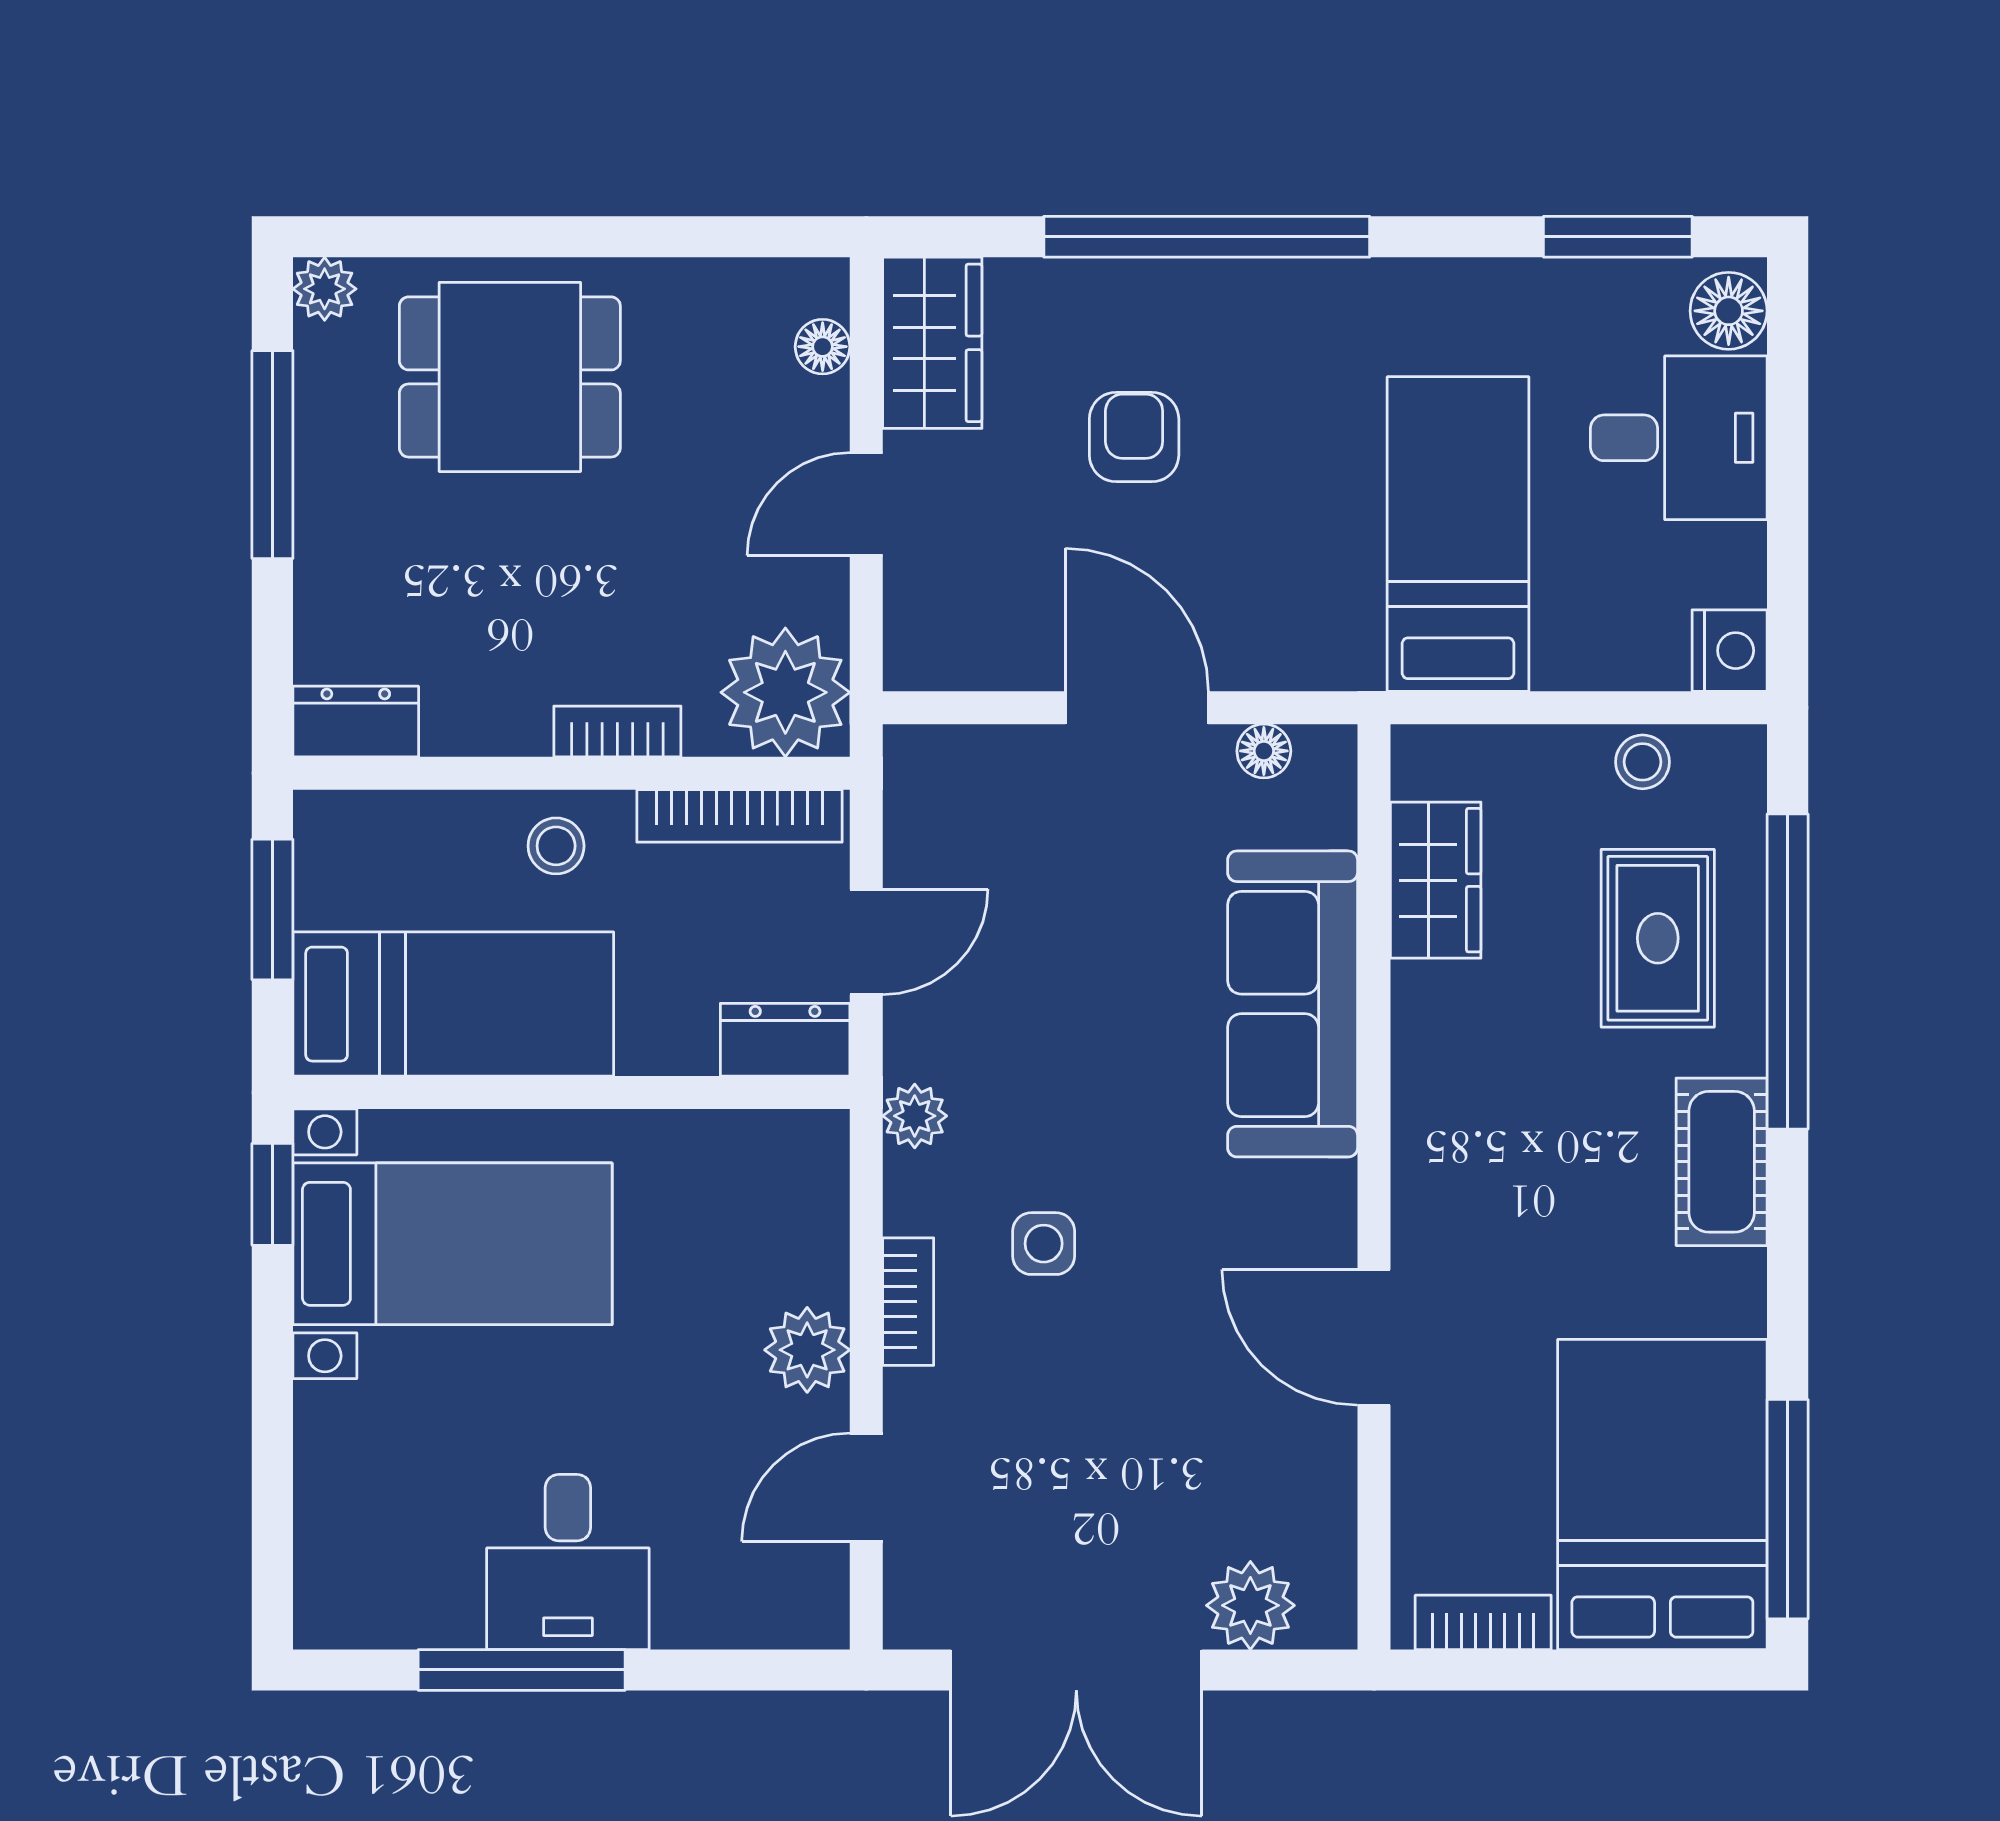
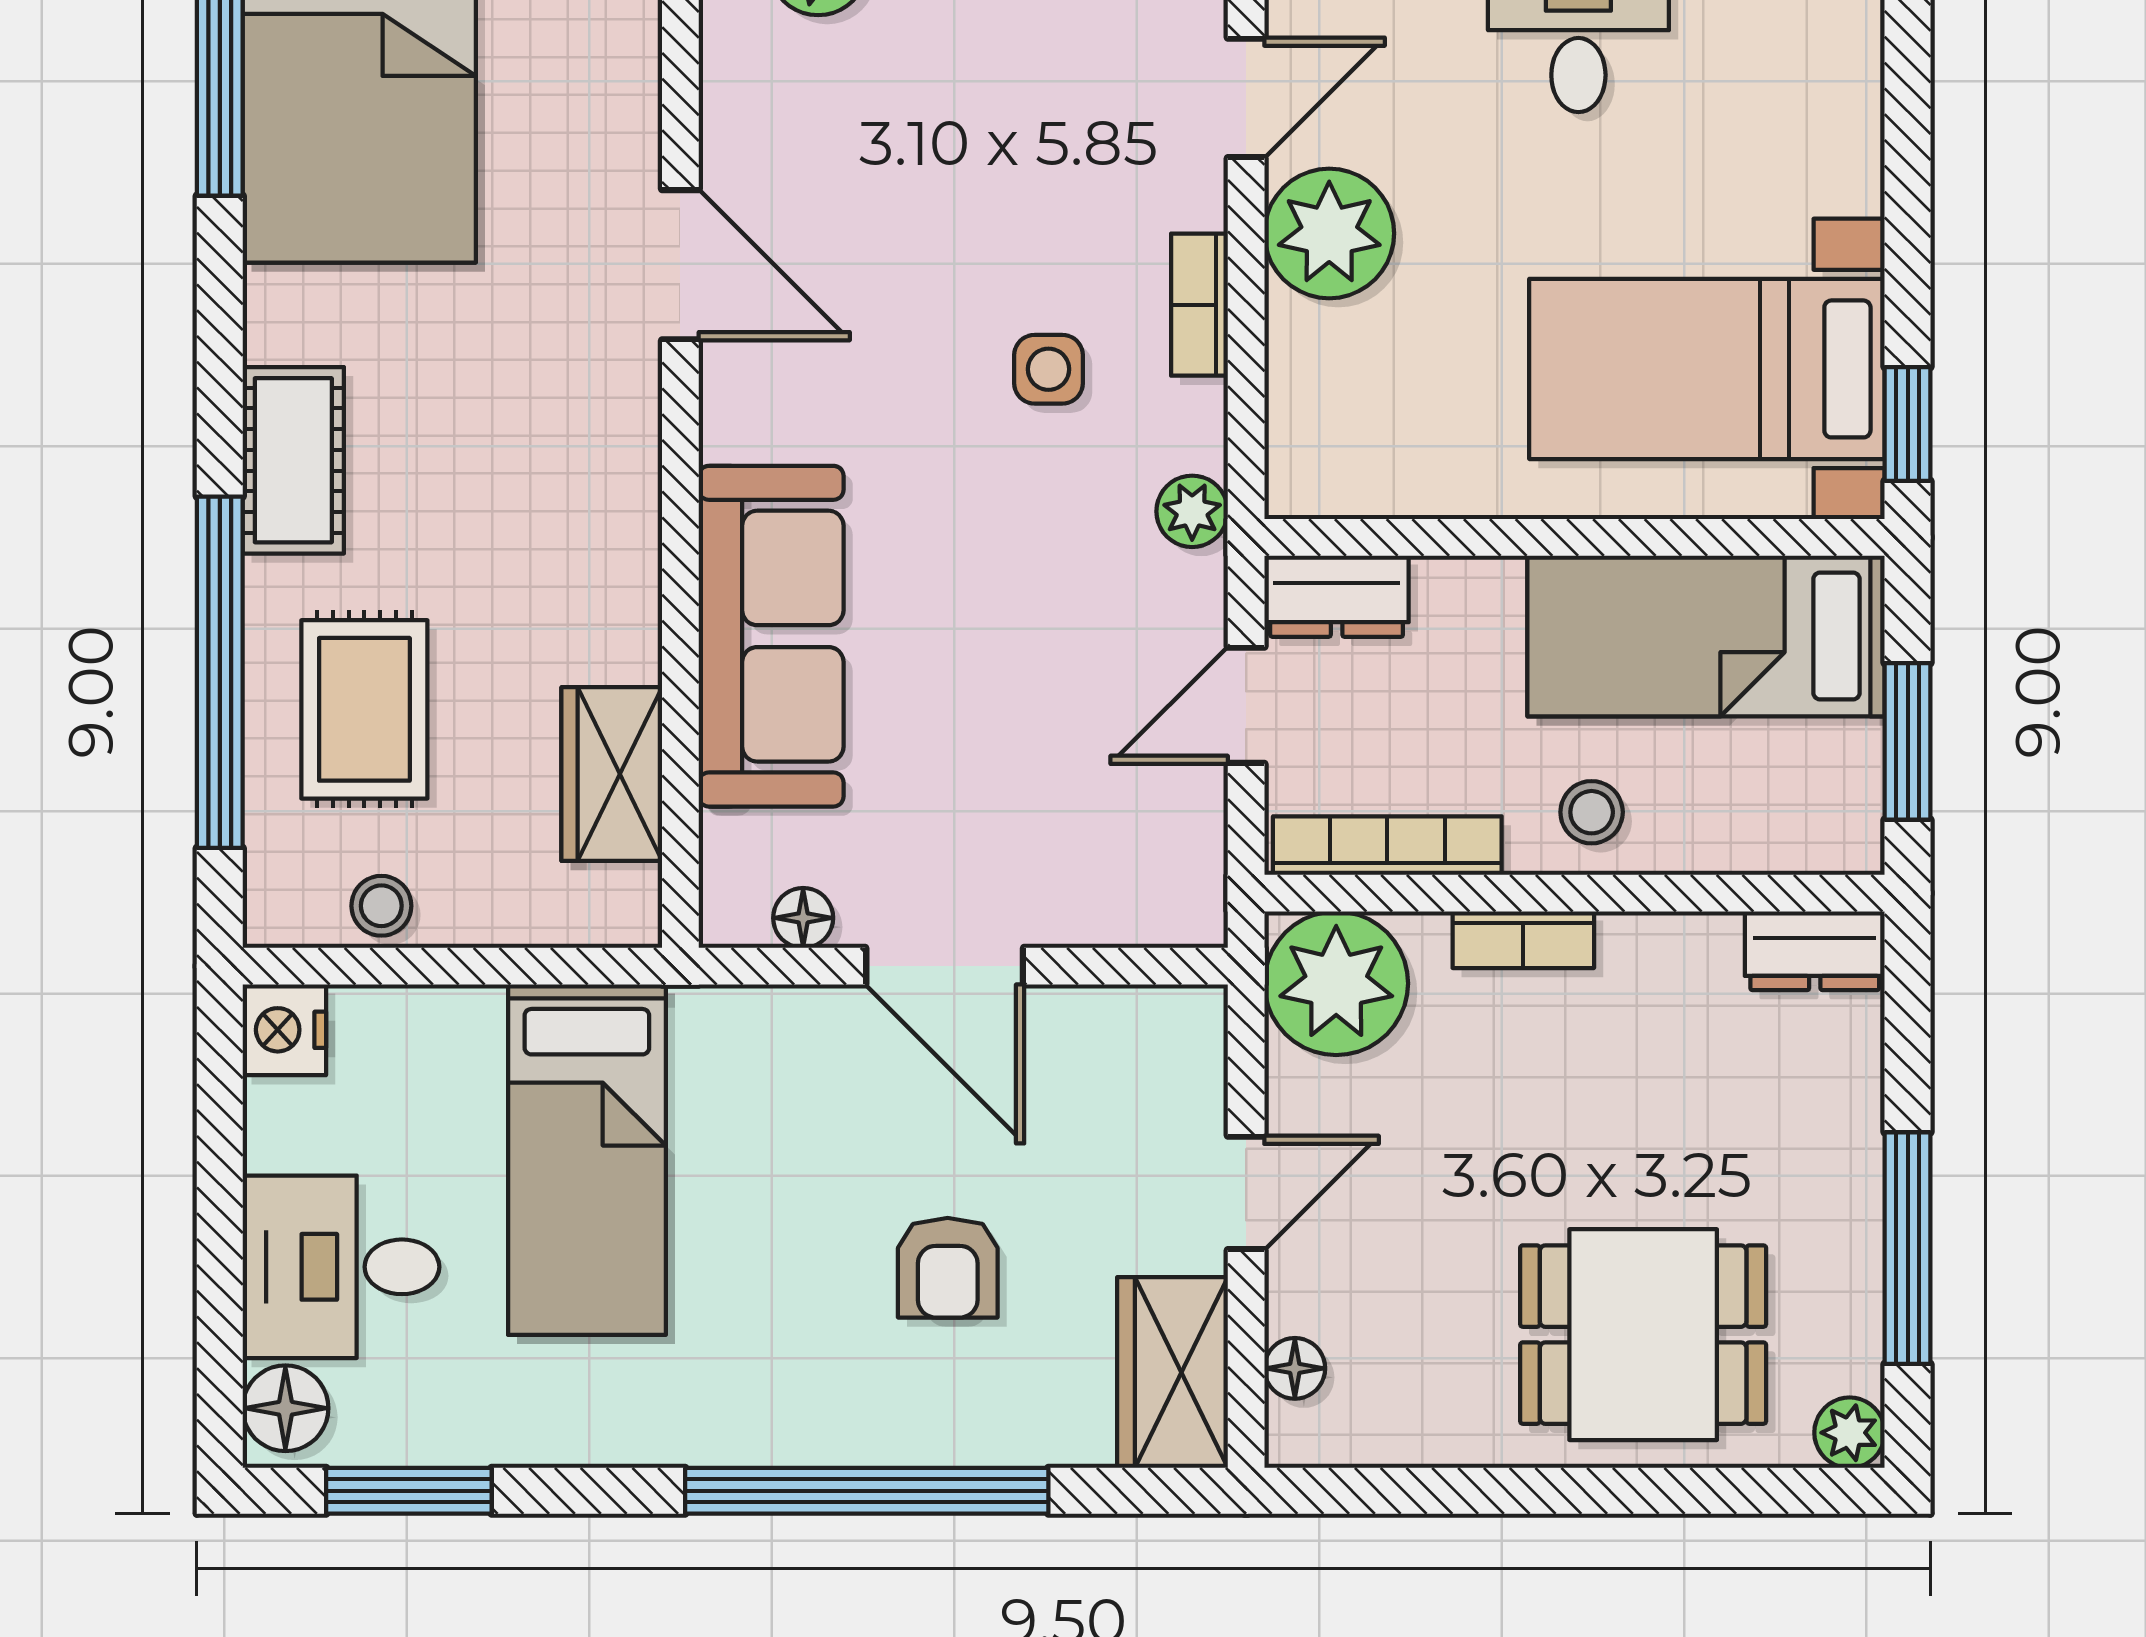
plant: (807, 1350) -> (1329, 233), width x1.36, depth x1.36

